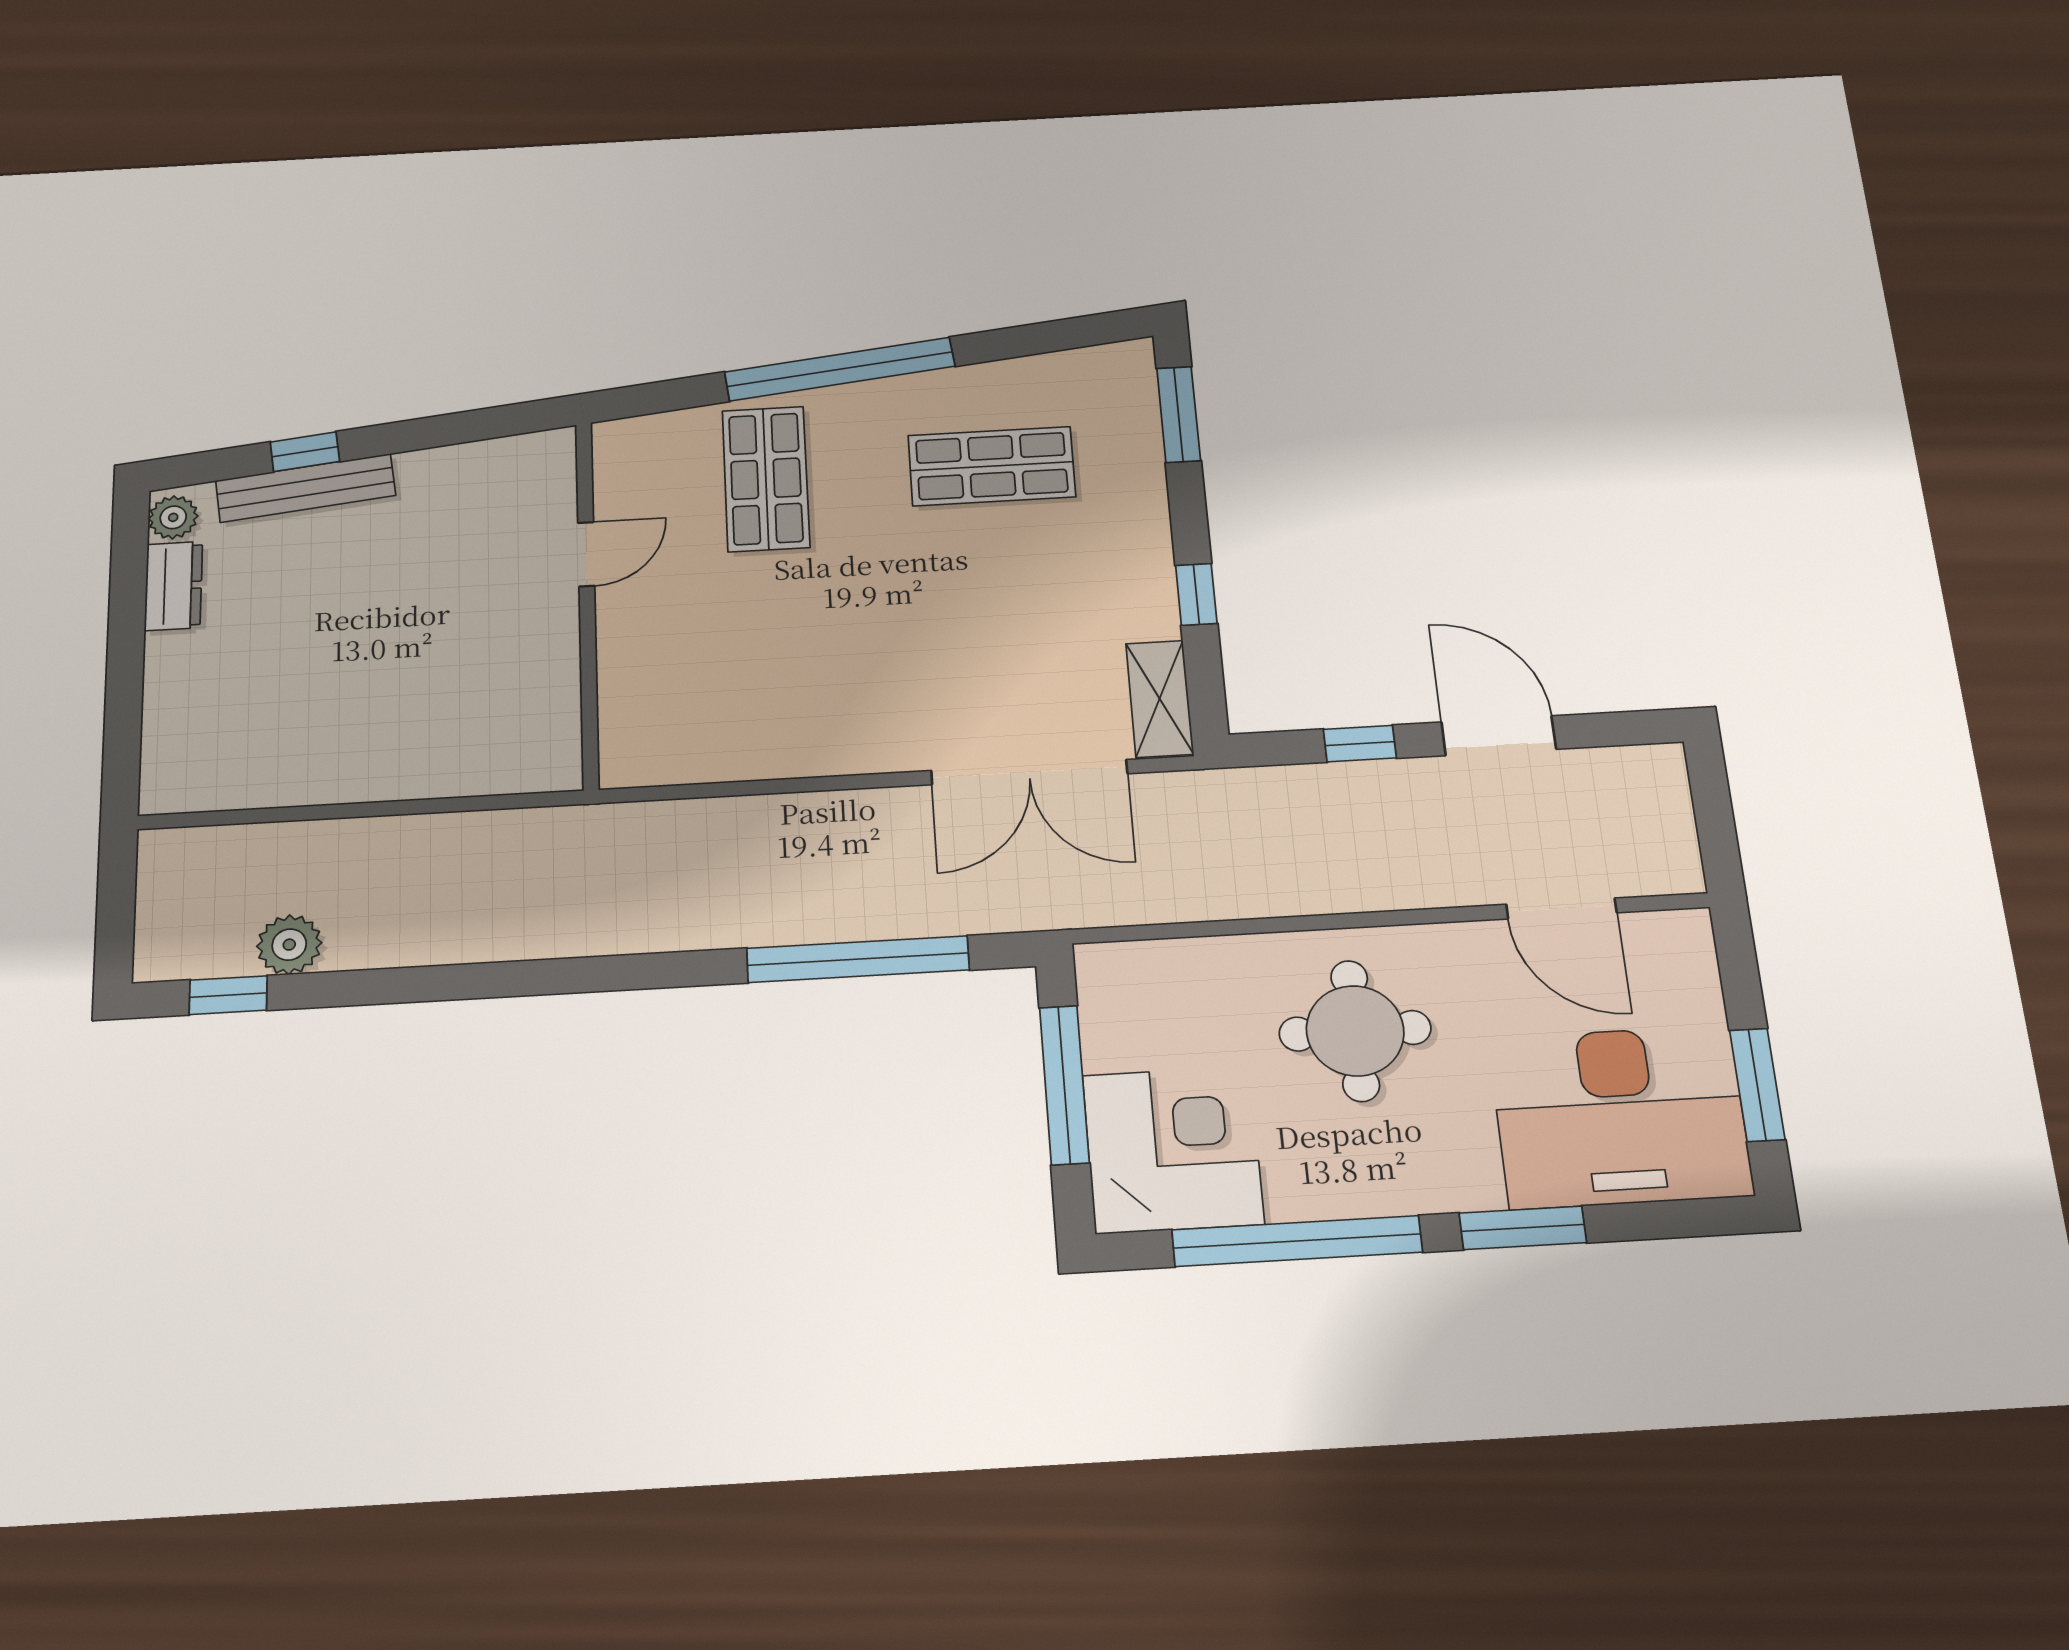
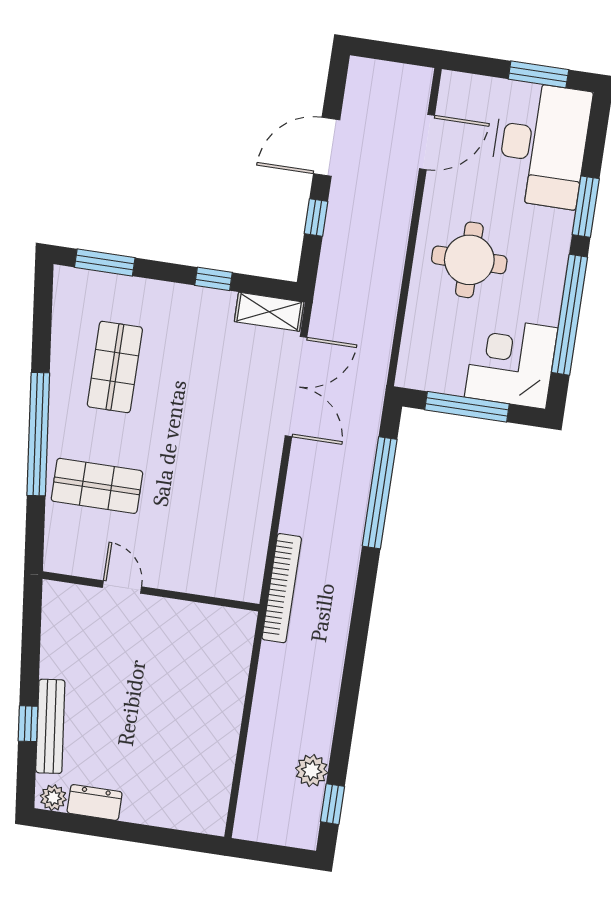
bookcase: (637, 823) -> (282, 588), added

